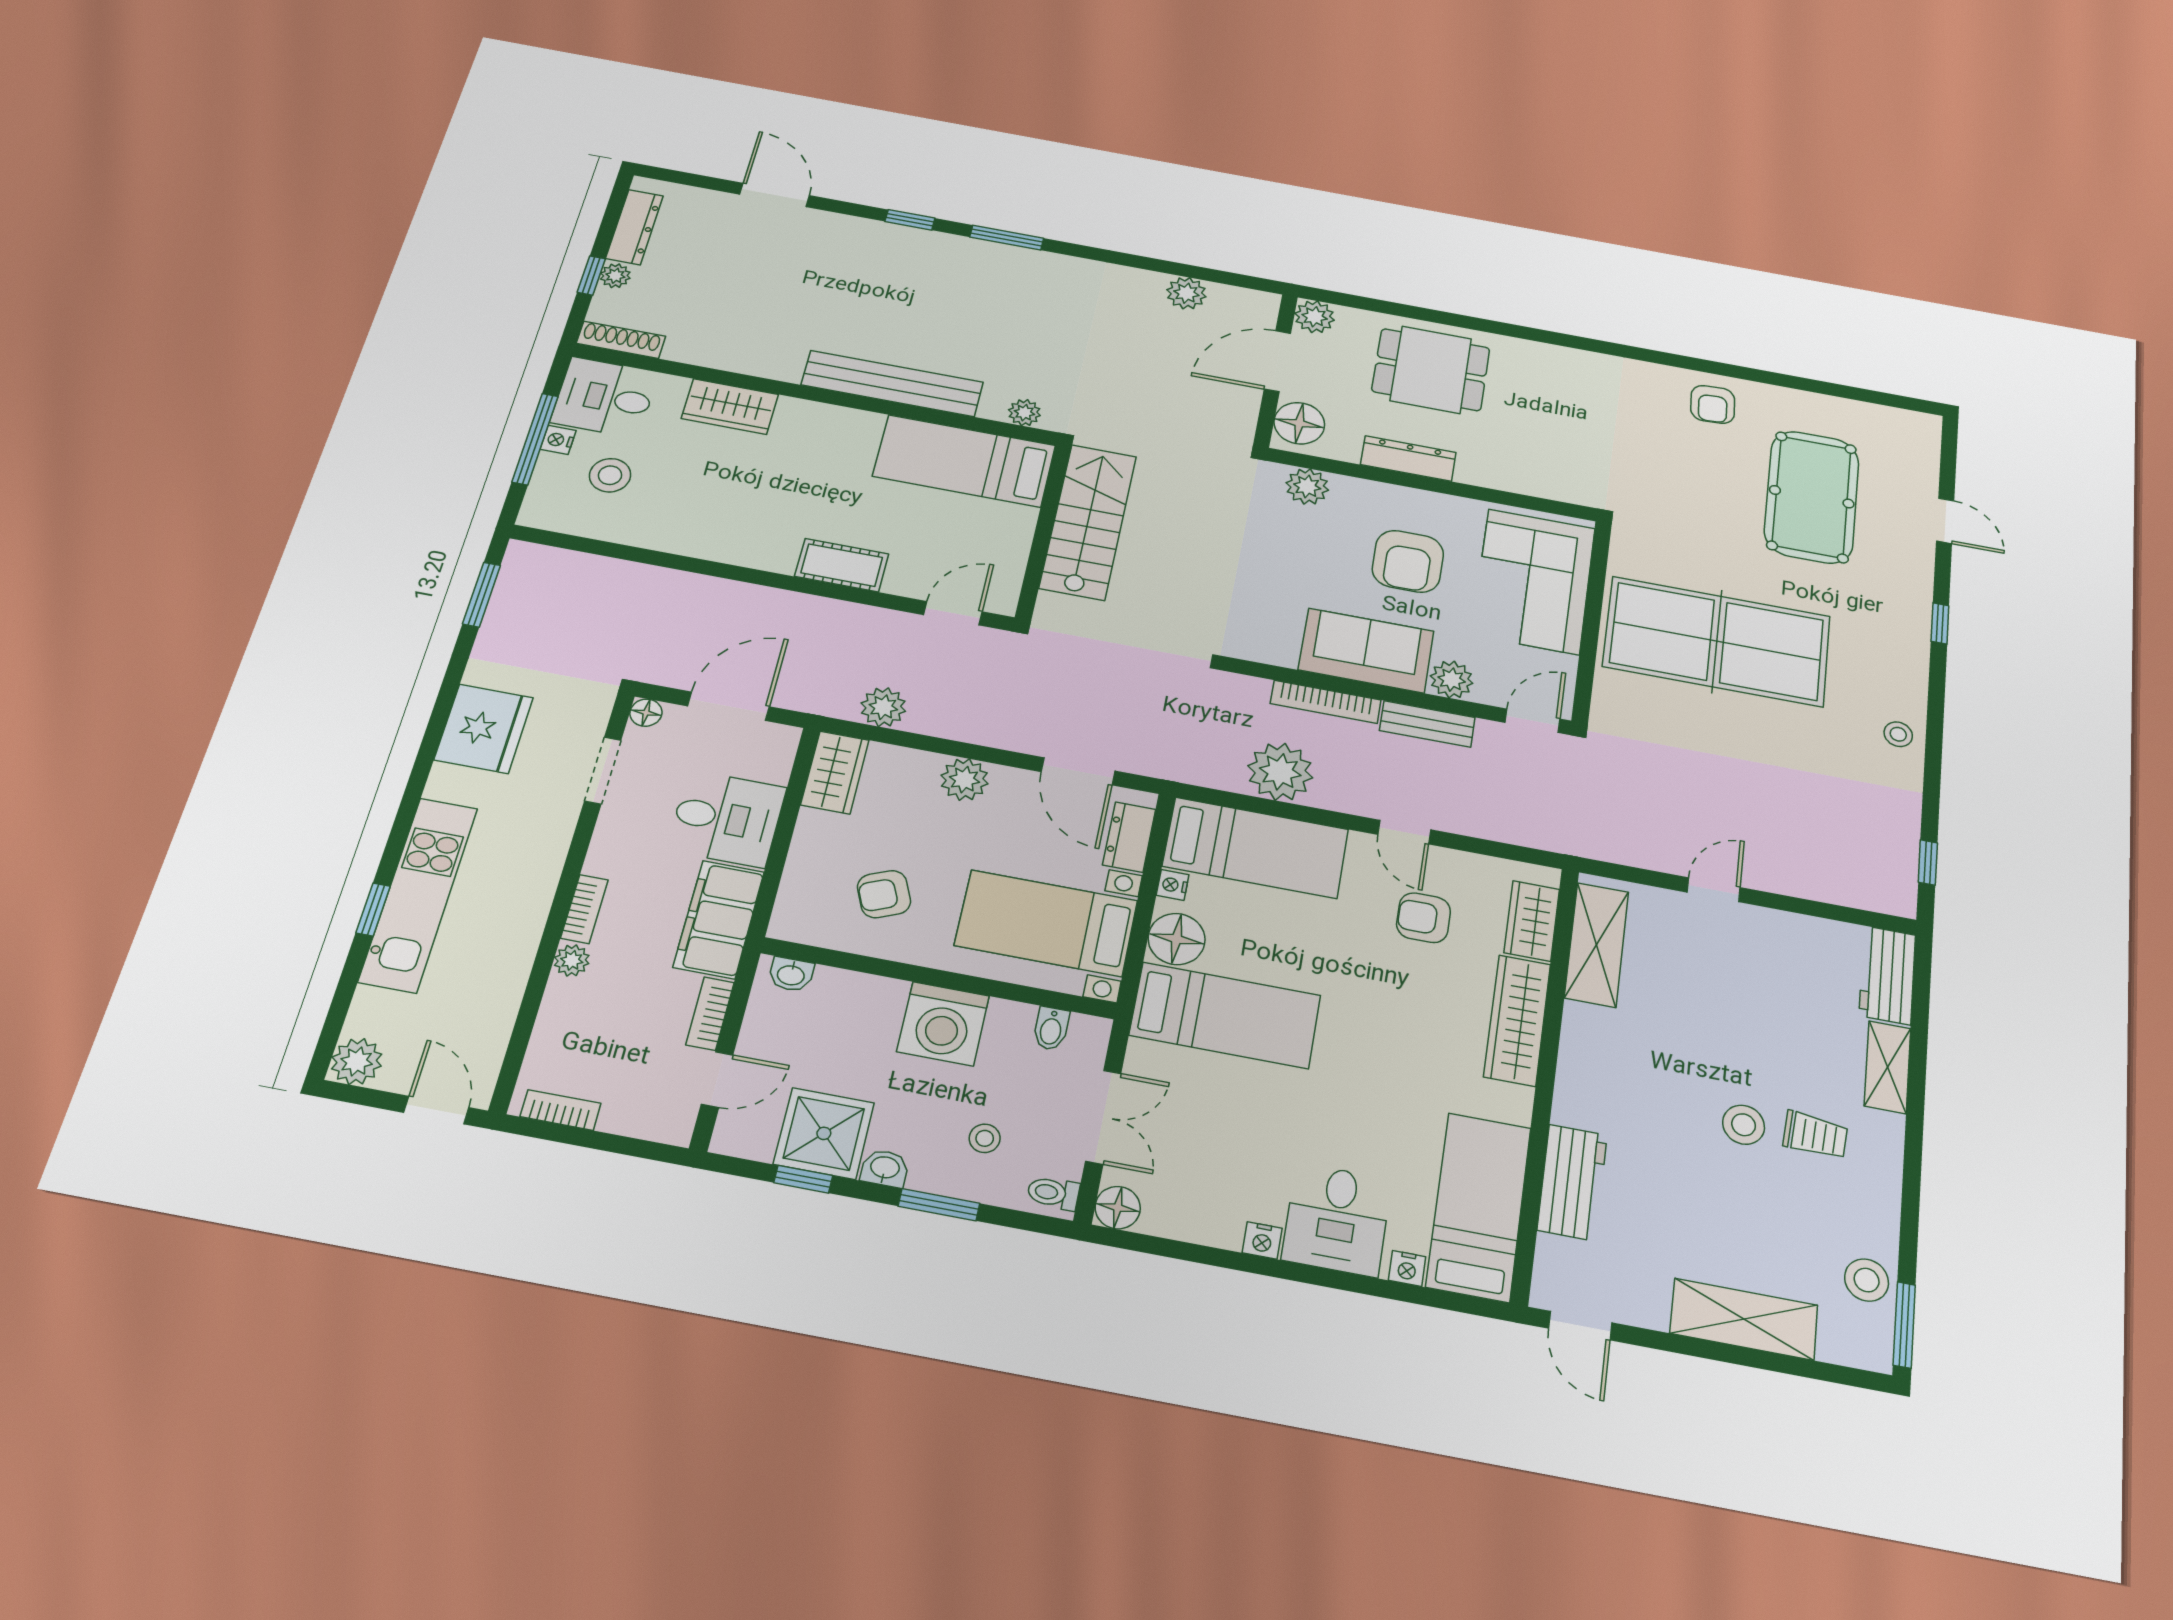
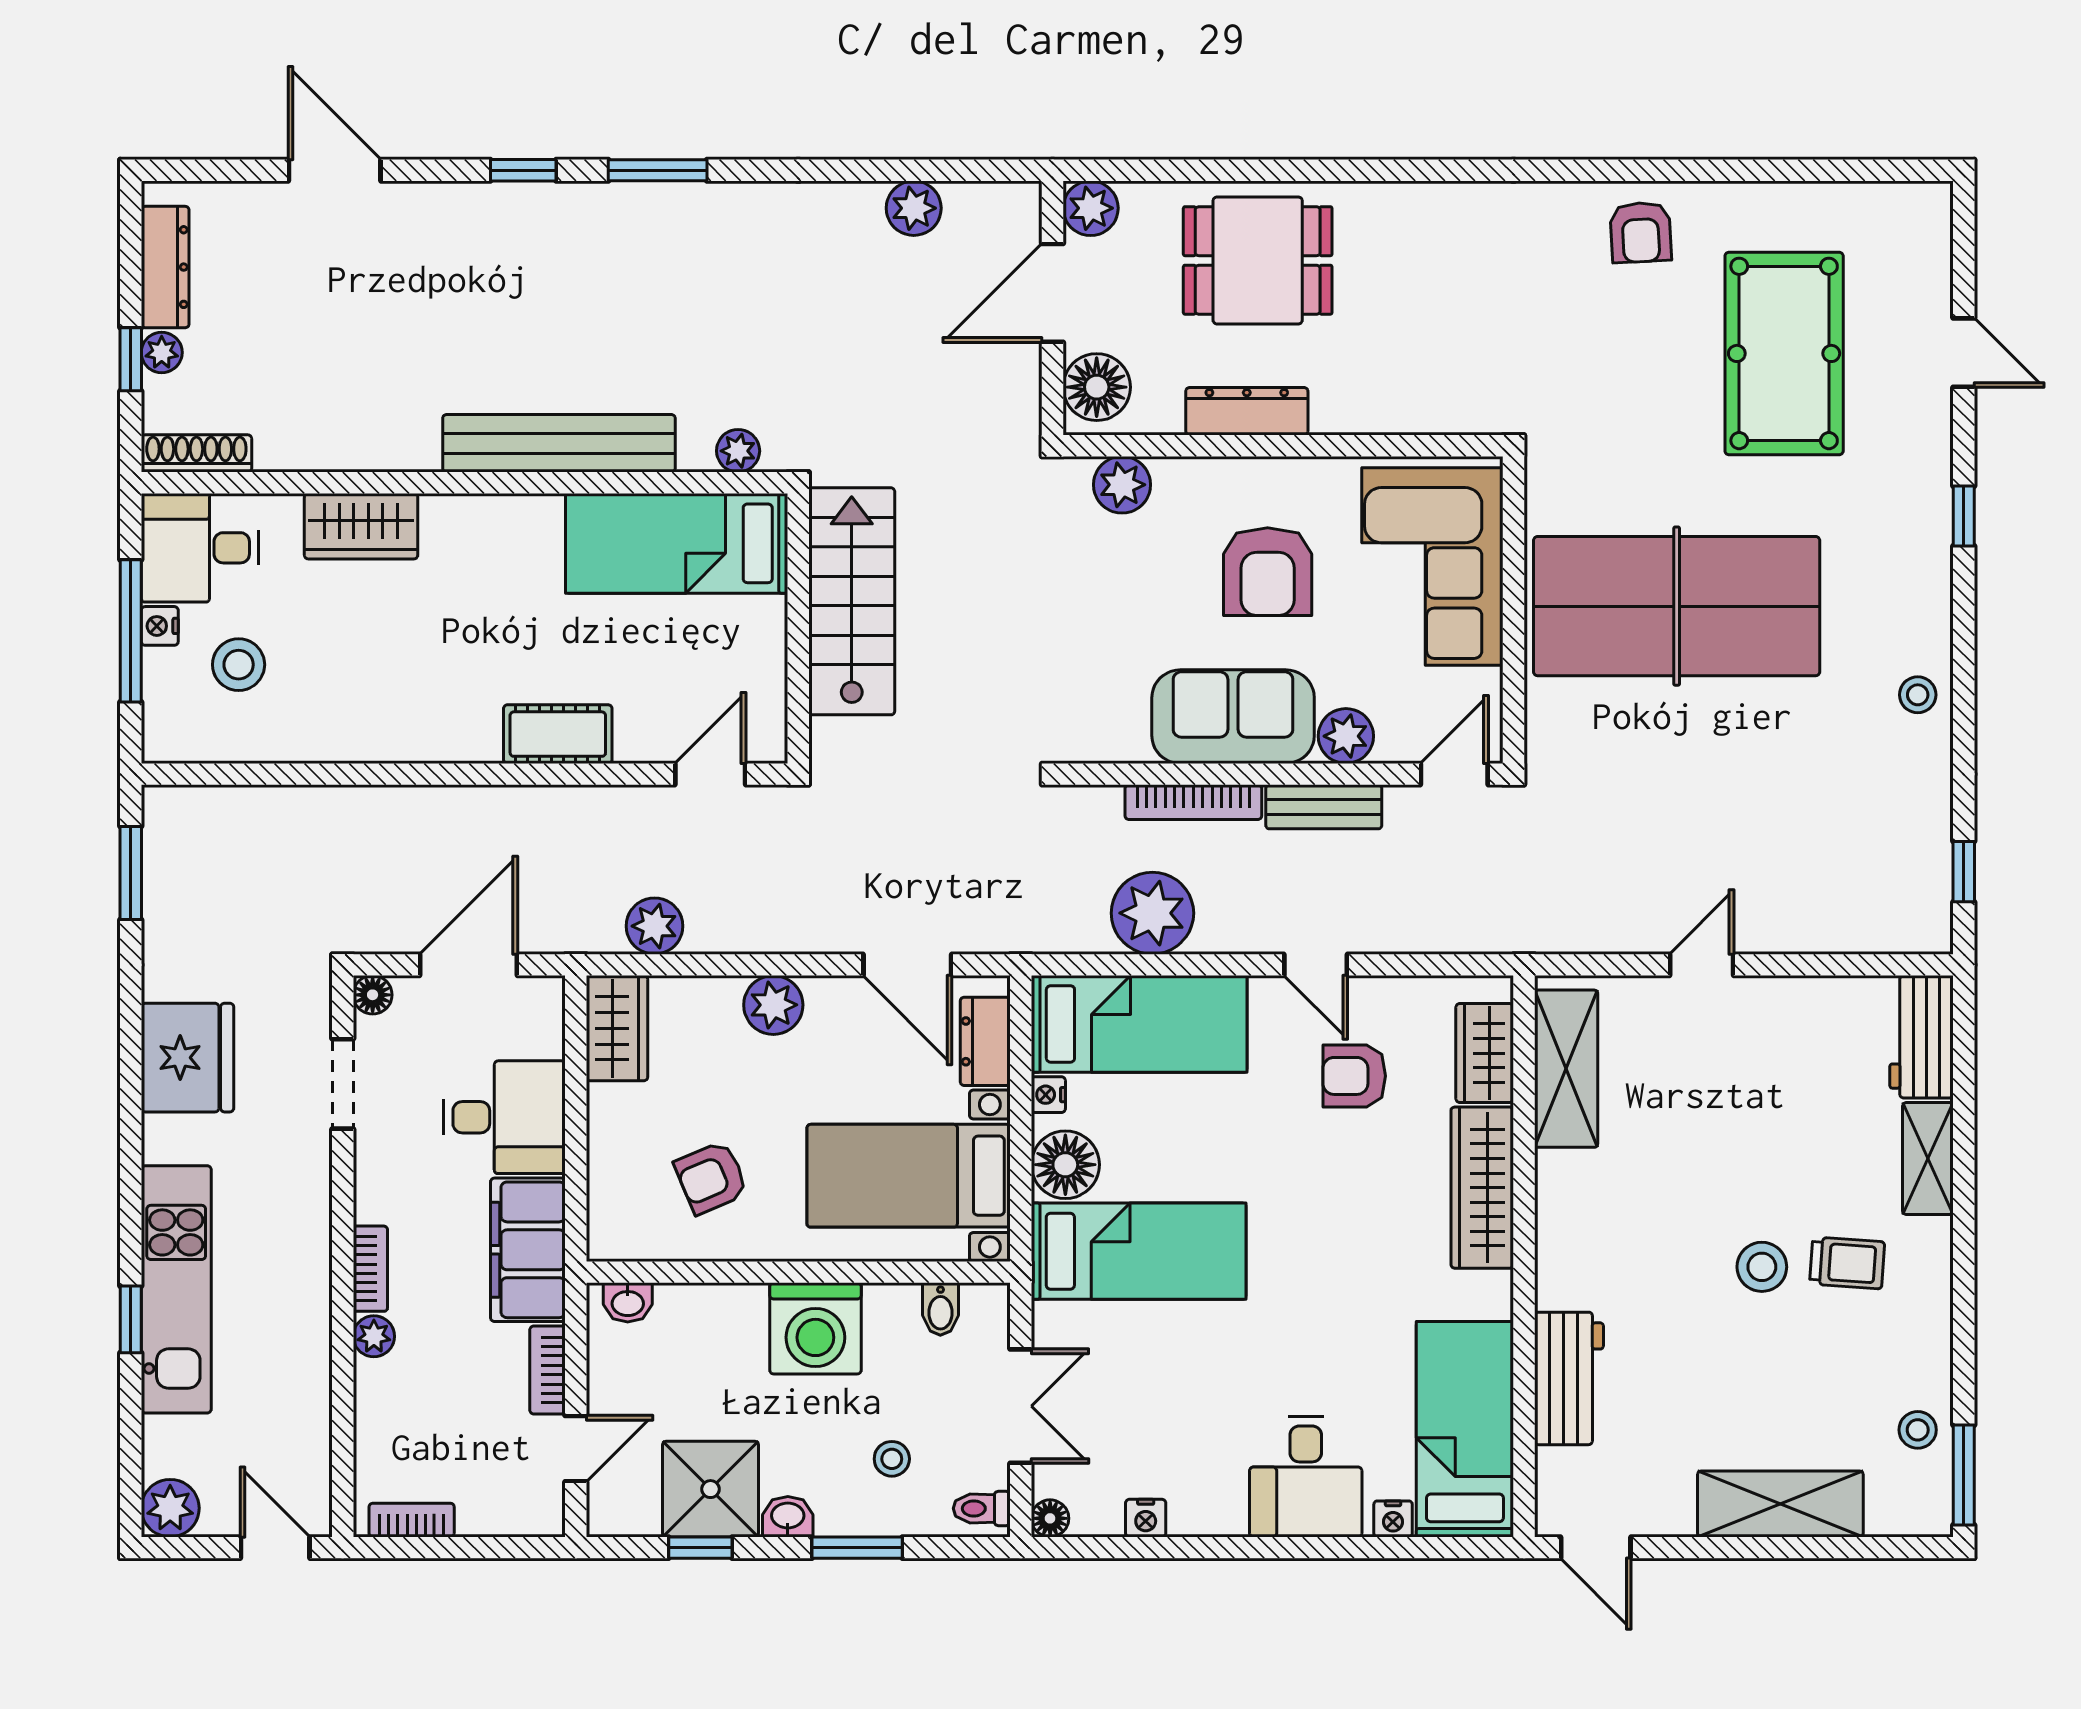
floor lamp: (1118, 1208) -> (1050, 1518), width x0.73, depth x0.73
nightstand: (1262, 1240) -> (1146, 1518), moved
stool: (1867, 1280) -> (1918, 1430), width x0.73, depth x0.73

